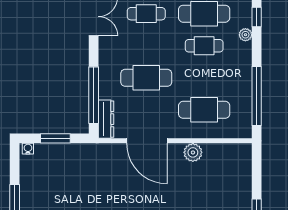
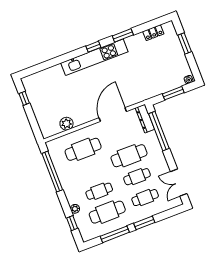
cafe table: (146, 46) -> (137, 177), added
door: (147, 141) -> (113, 115), hinge flipped
plant: (193, 152) -> (66, 124), moved

